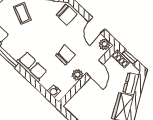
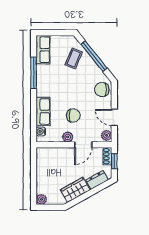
chair: (66, 15) -> (102, 90), turned 90
door: (97, 25) -> (114, 117), hinge flipped
row of seats: (32, 67) -> (43, 111), moved

